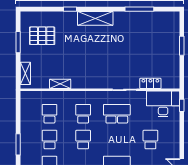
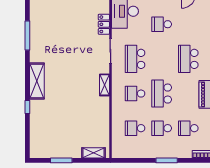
pallet: (42, 36) -> (55, 136), removed
shelving: (60, 84) -> (104, 85), moved
school desk: (83, 140) -> (162, 94), width x1.85

